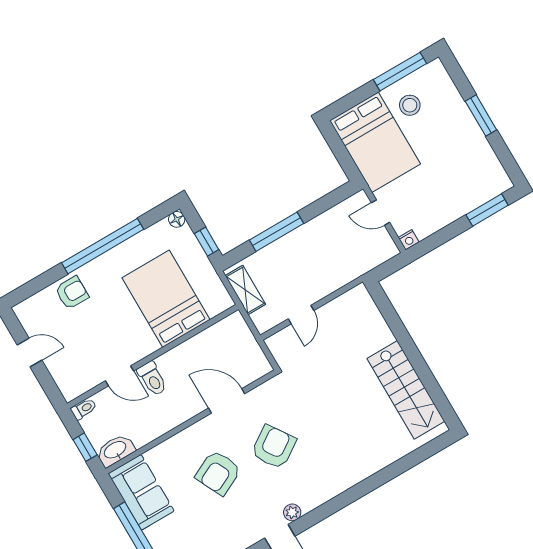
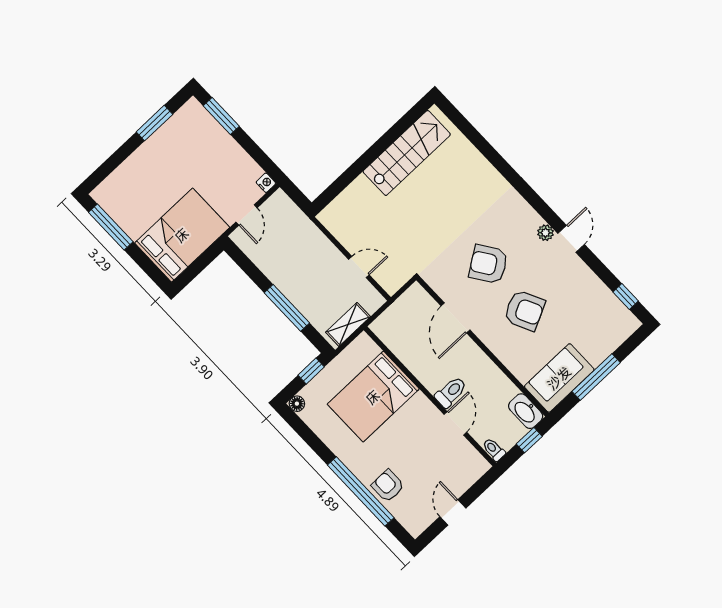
stool: (410, 105) -> (140, 211), removed
window: (481, 116) -> (154, 123), moved
window: (103, 246) -> (361, 491), moved

